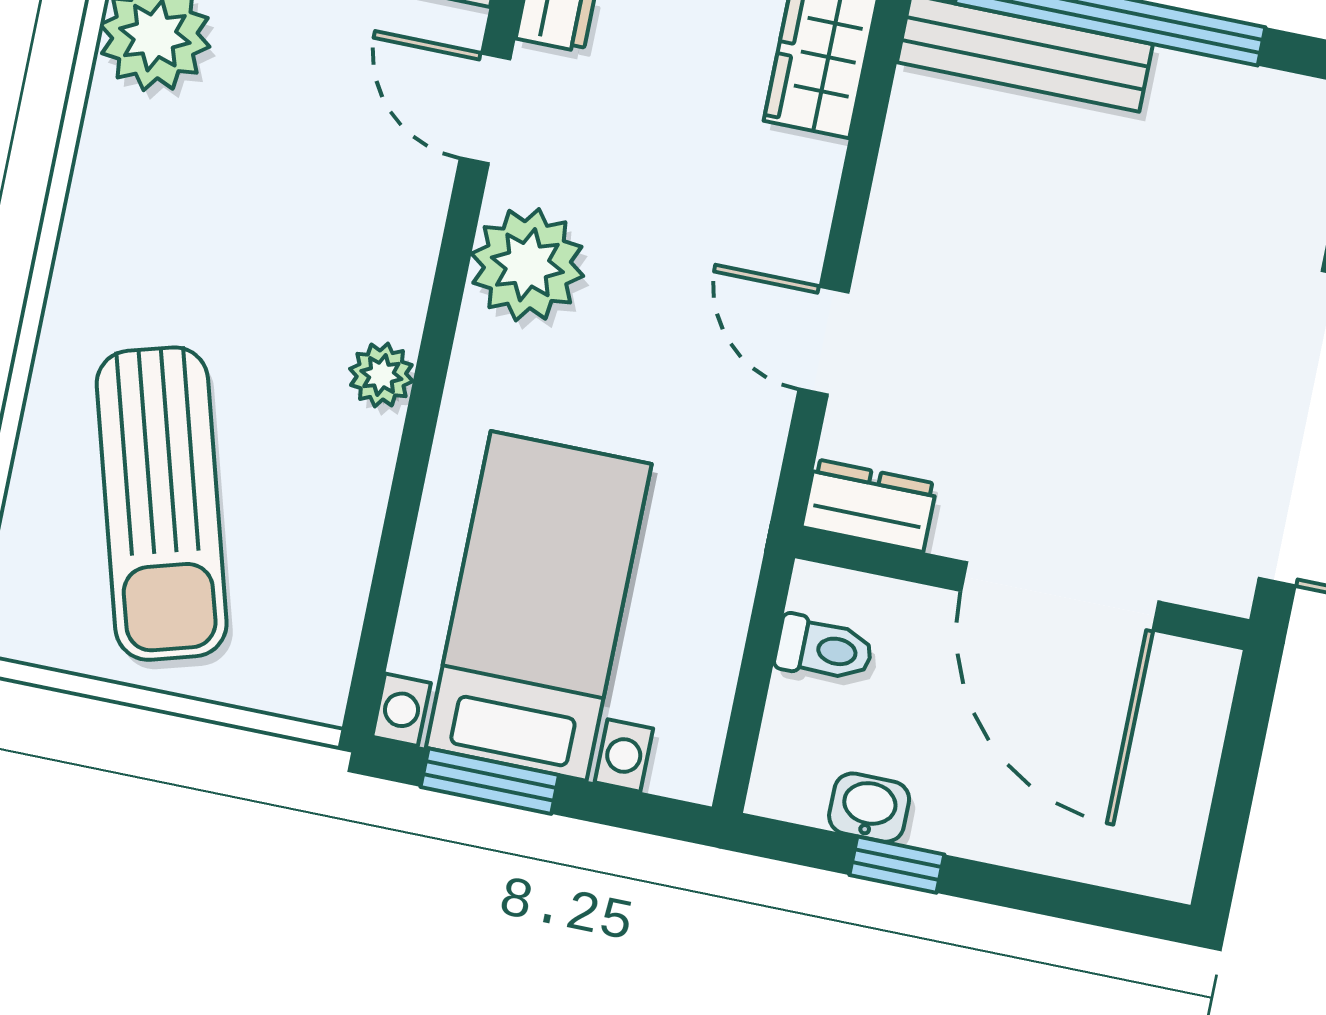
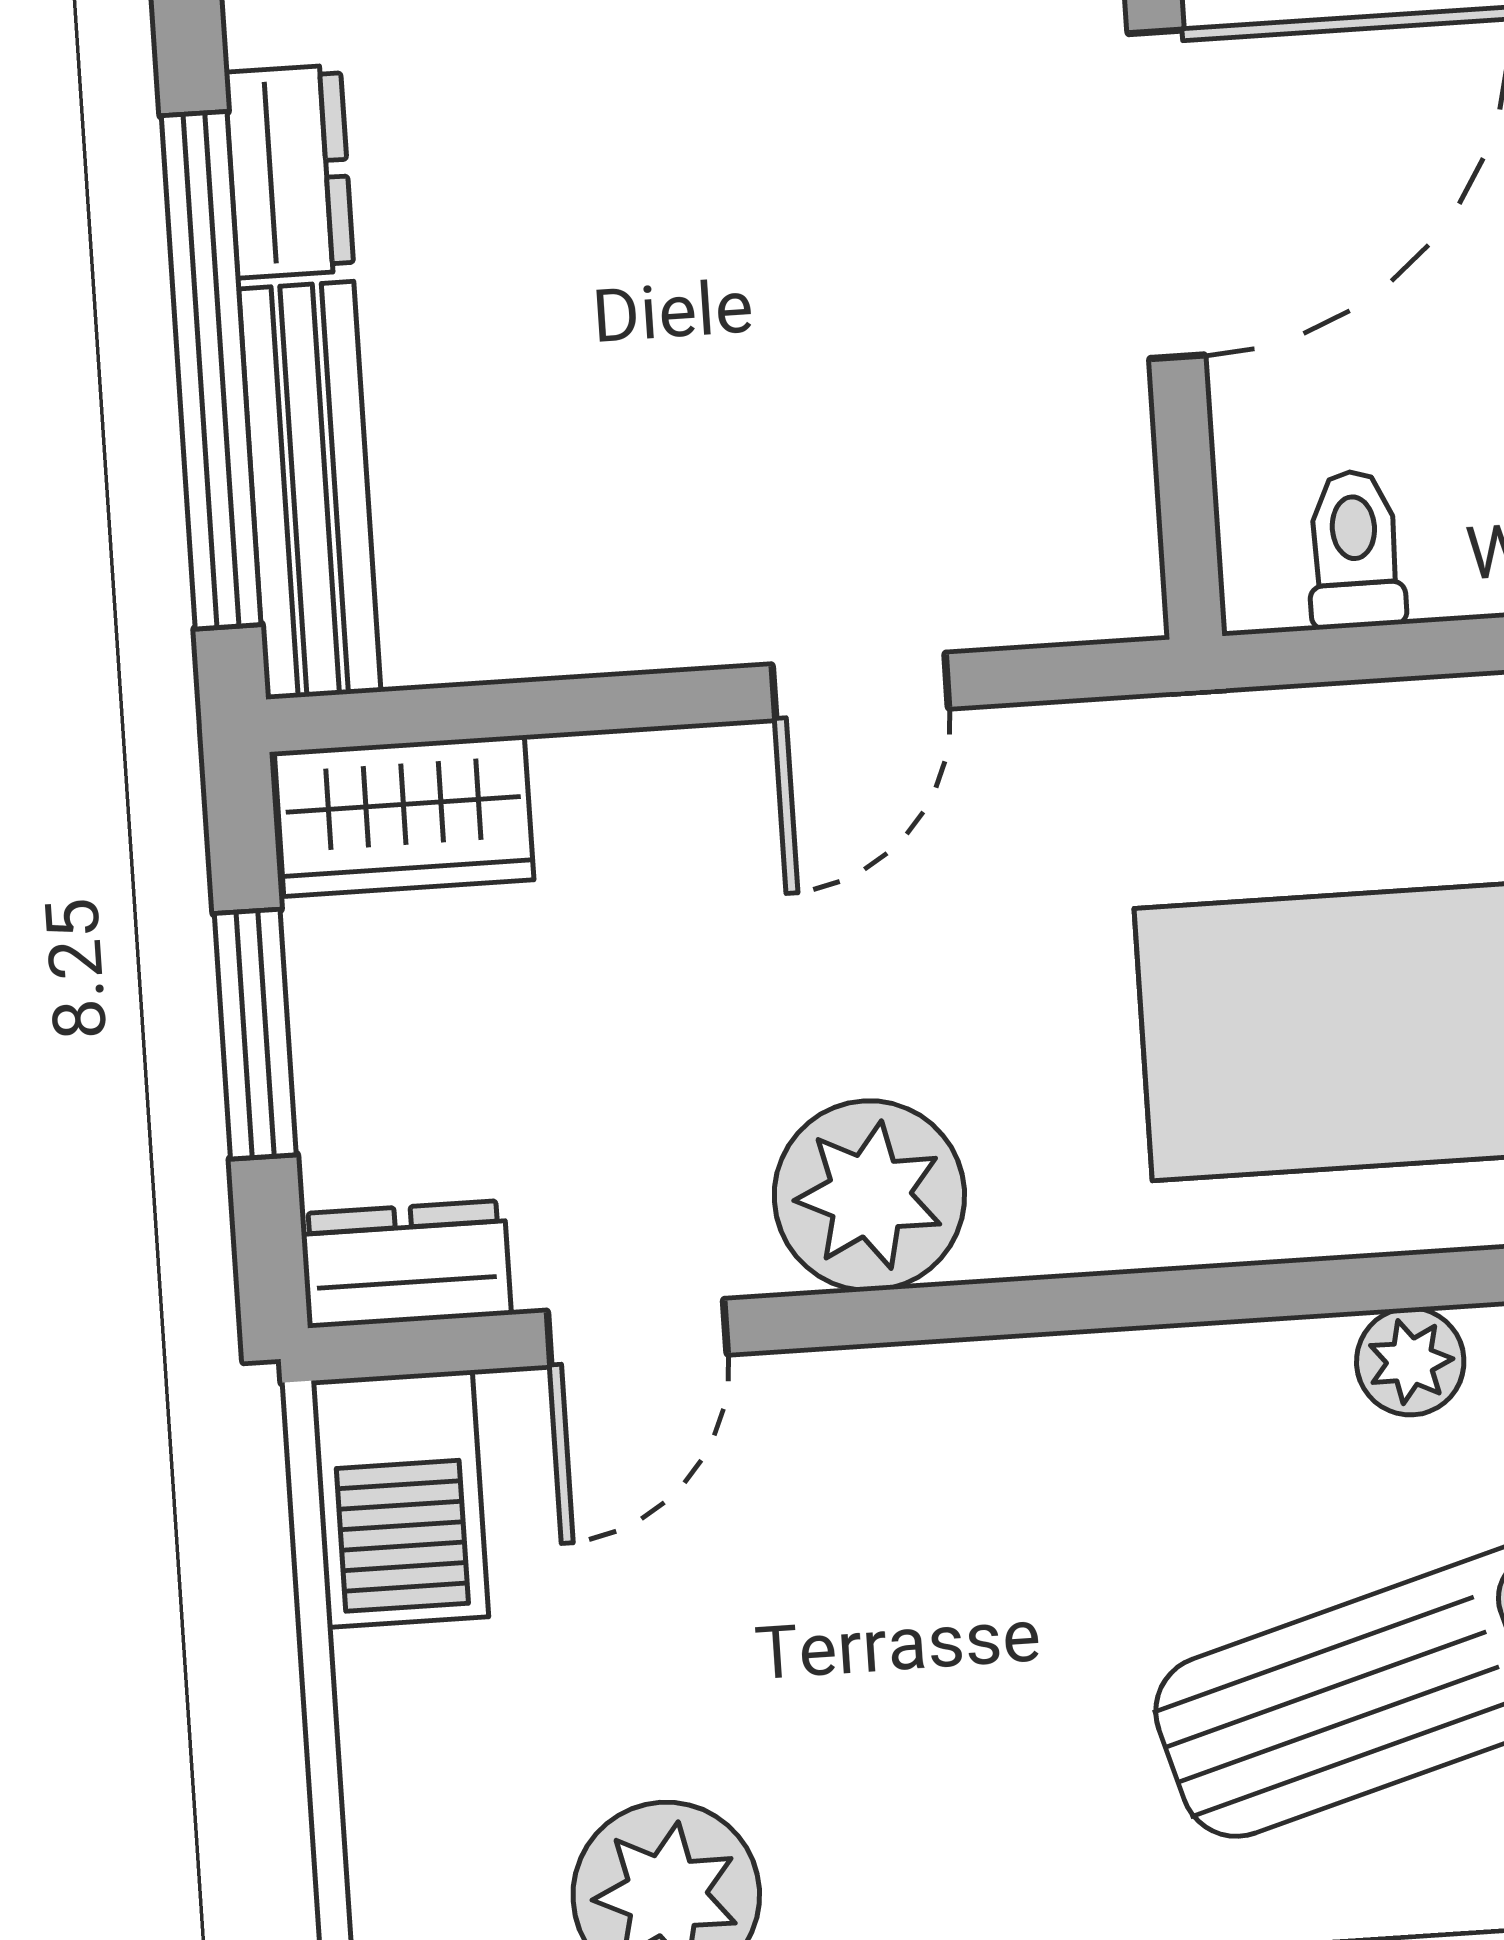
plant: (381, 375) -> (1410, 1361), moved
dresser: (869, 506) -> (289, 171), moved, turned 180

